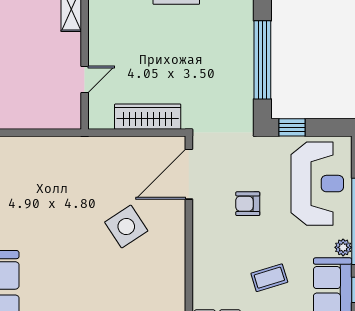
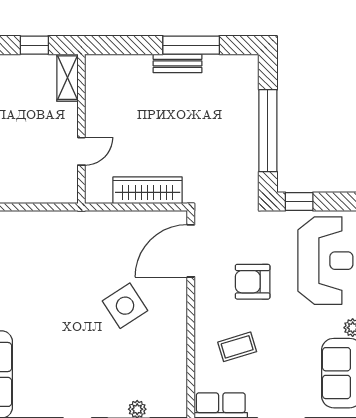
armchair: (248, 204) -> (253, 282), width x1.38, depth x1.38
coffee table: (269, 278) -> (237, 347), moved

